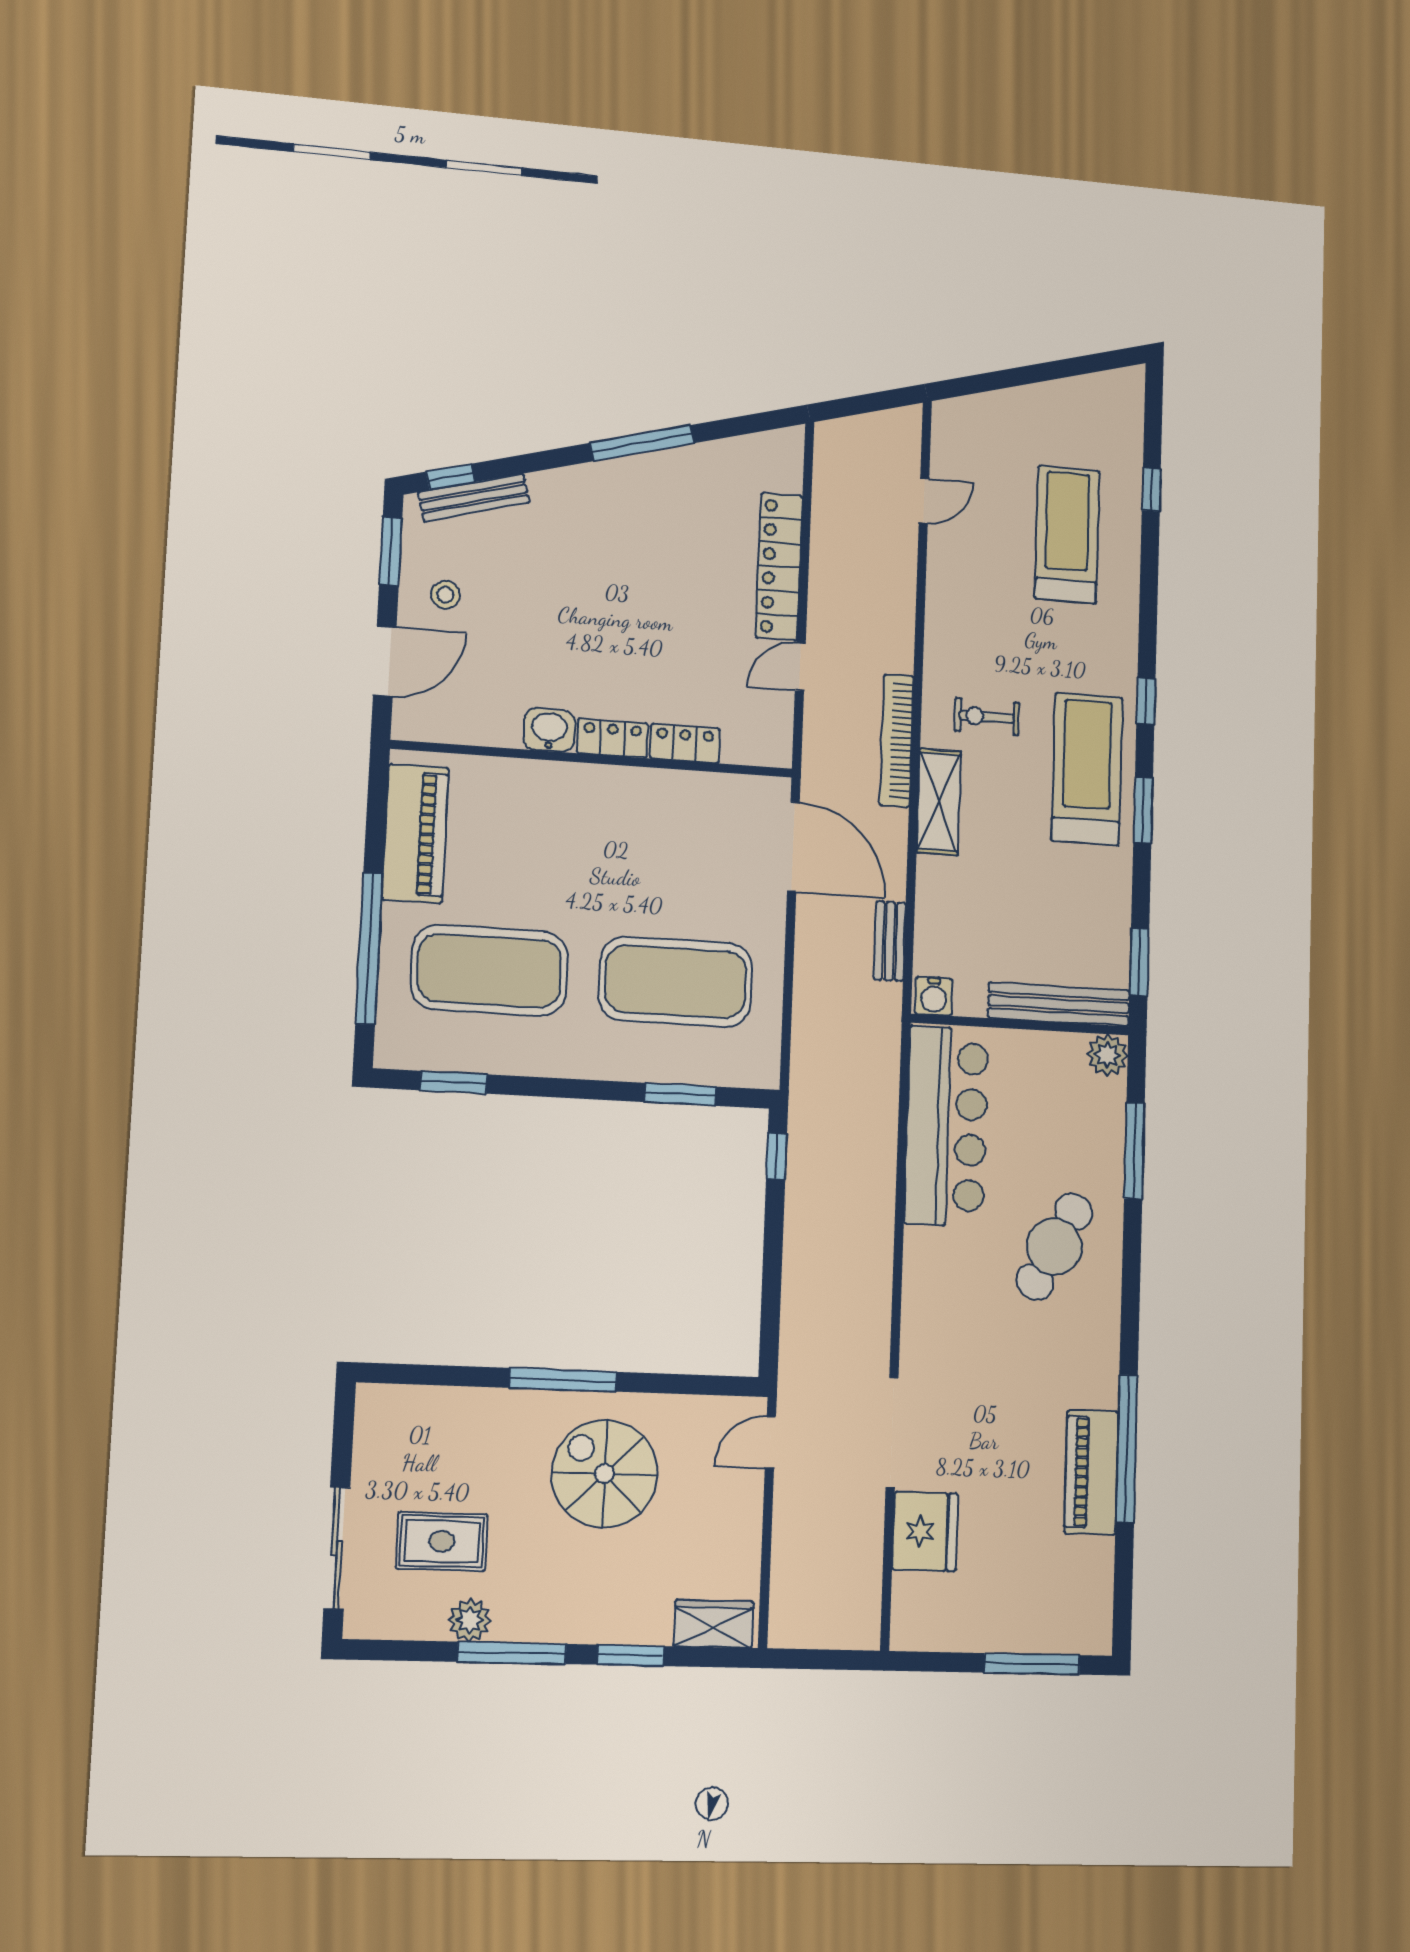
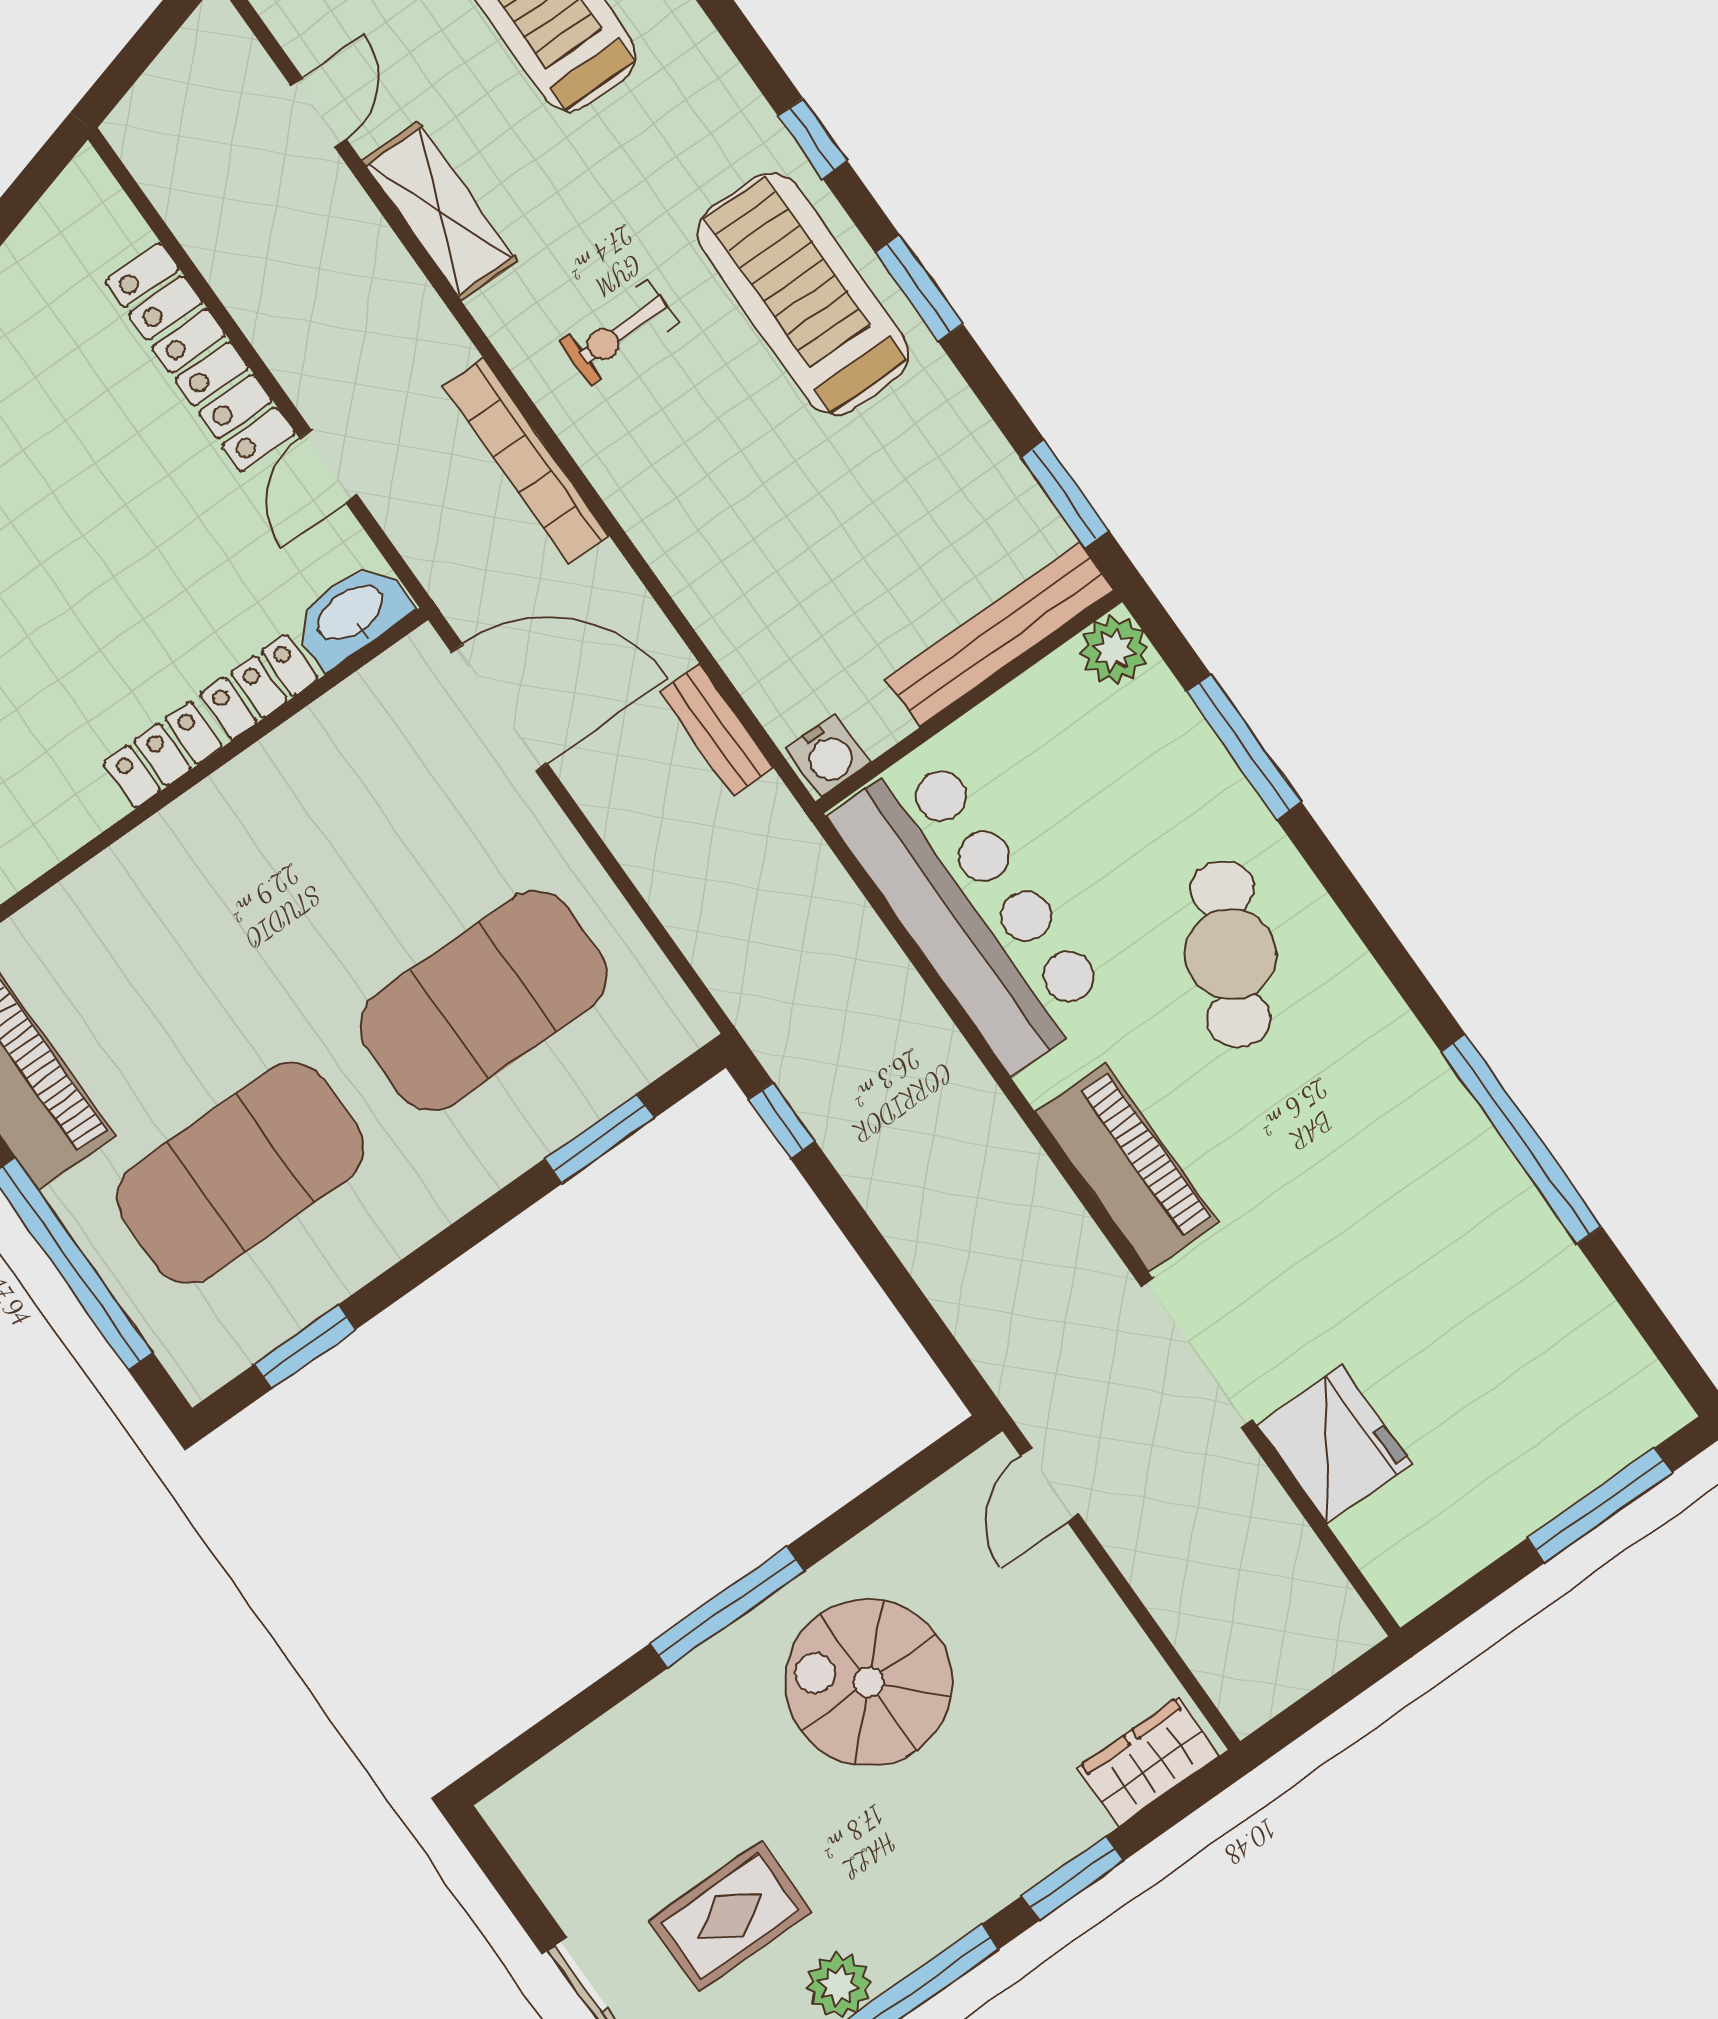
washbasin: (549, 730) -> (351, 614), moved, width x1.38
shelving: (939, 802) -> (440, 211), moved
piano: (1091, 1472) -> (1127, 1167), moved, turned 180

